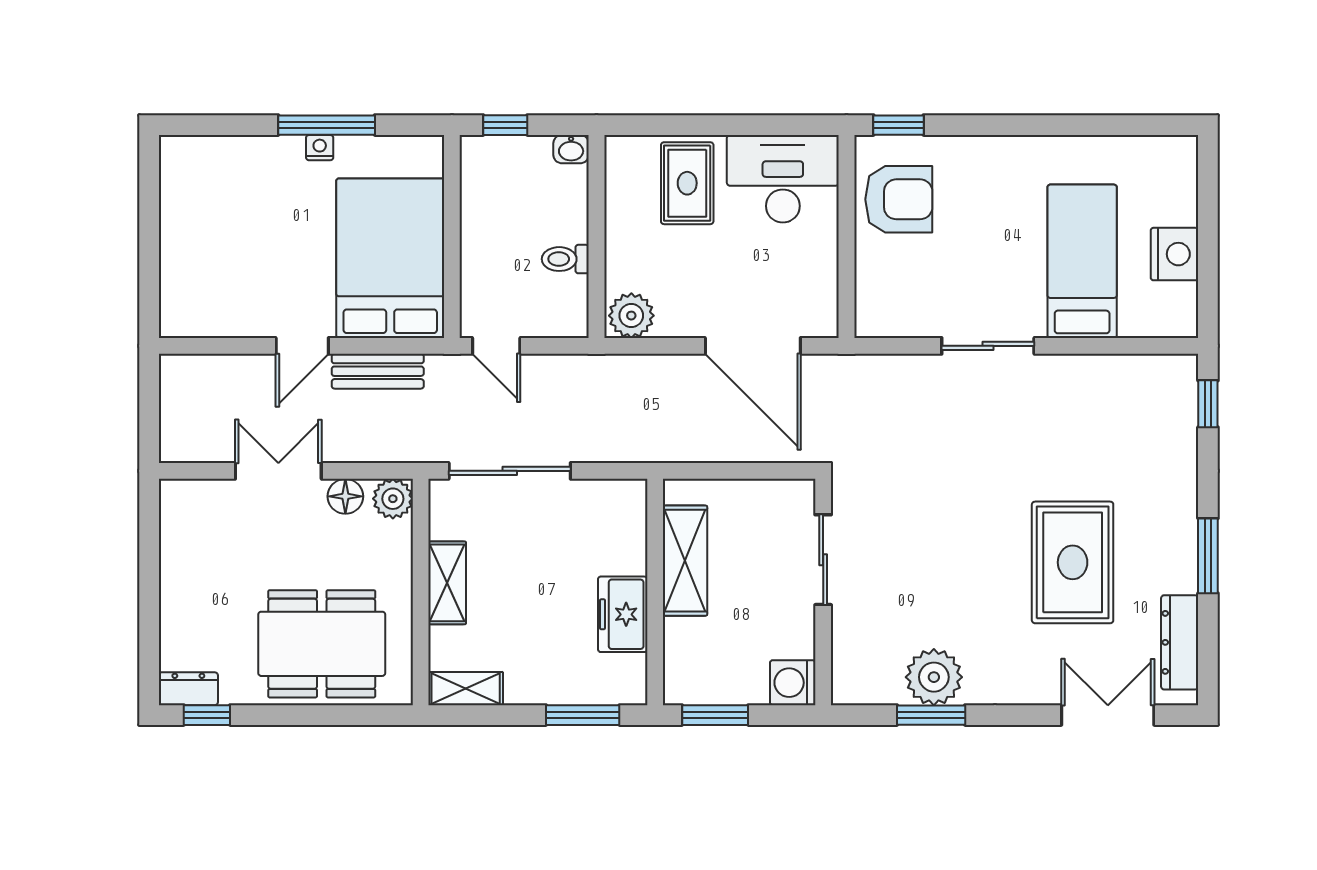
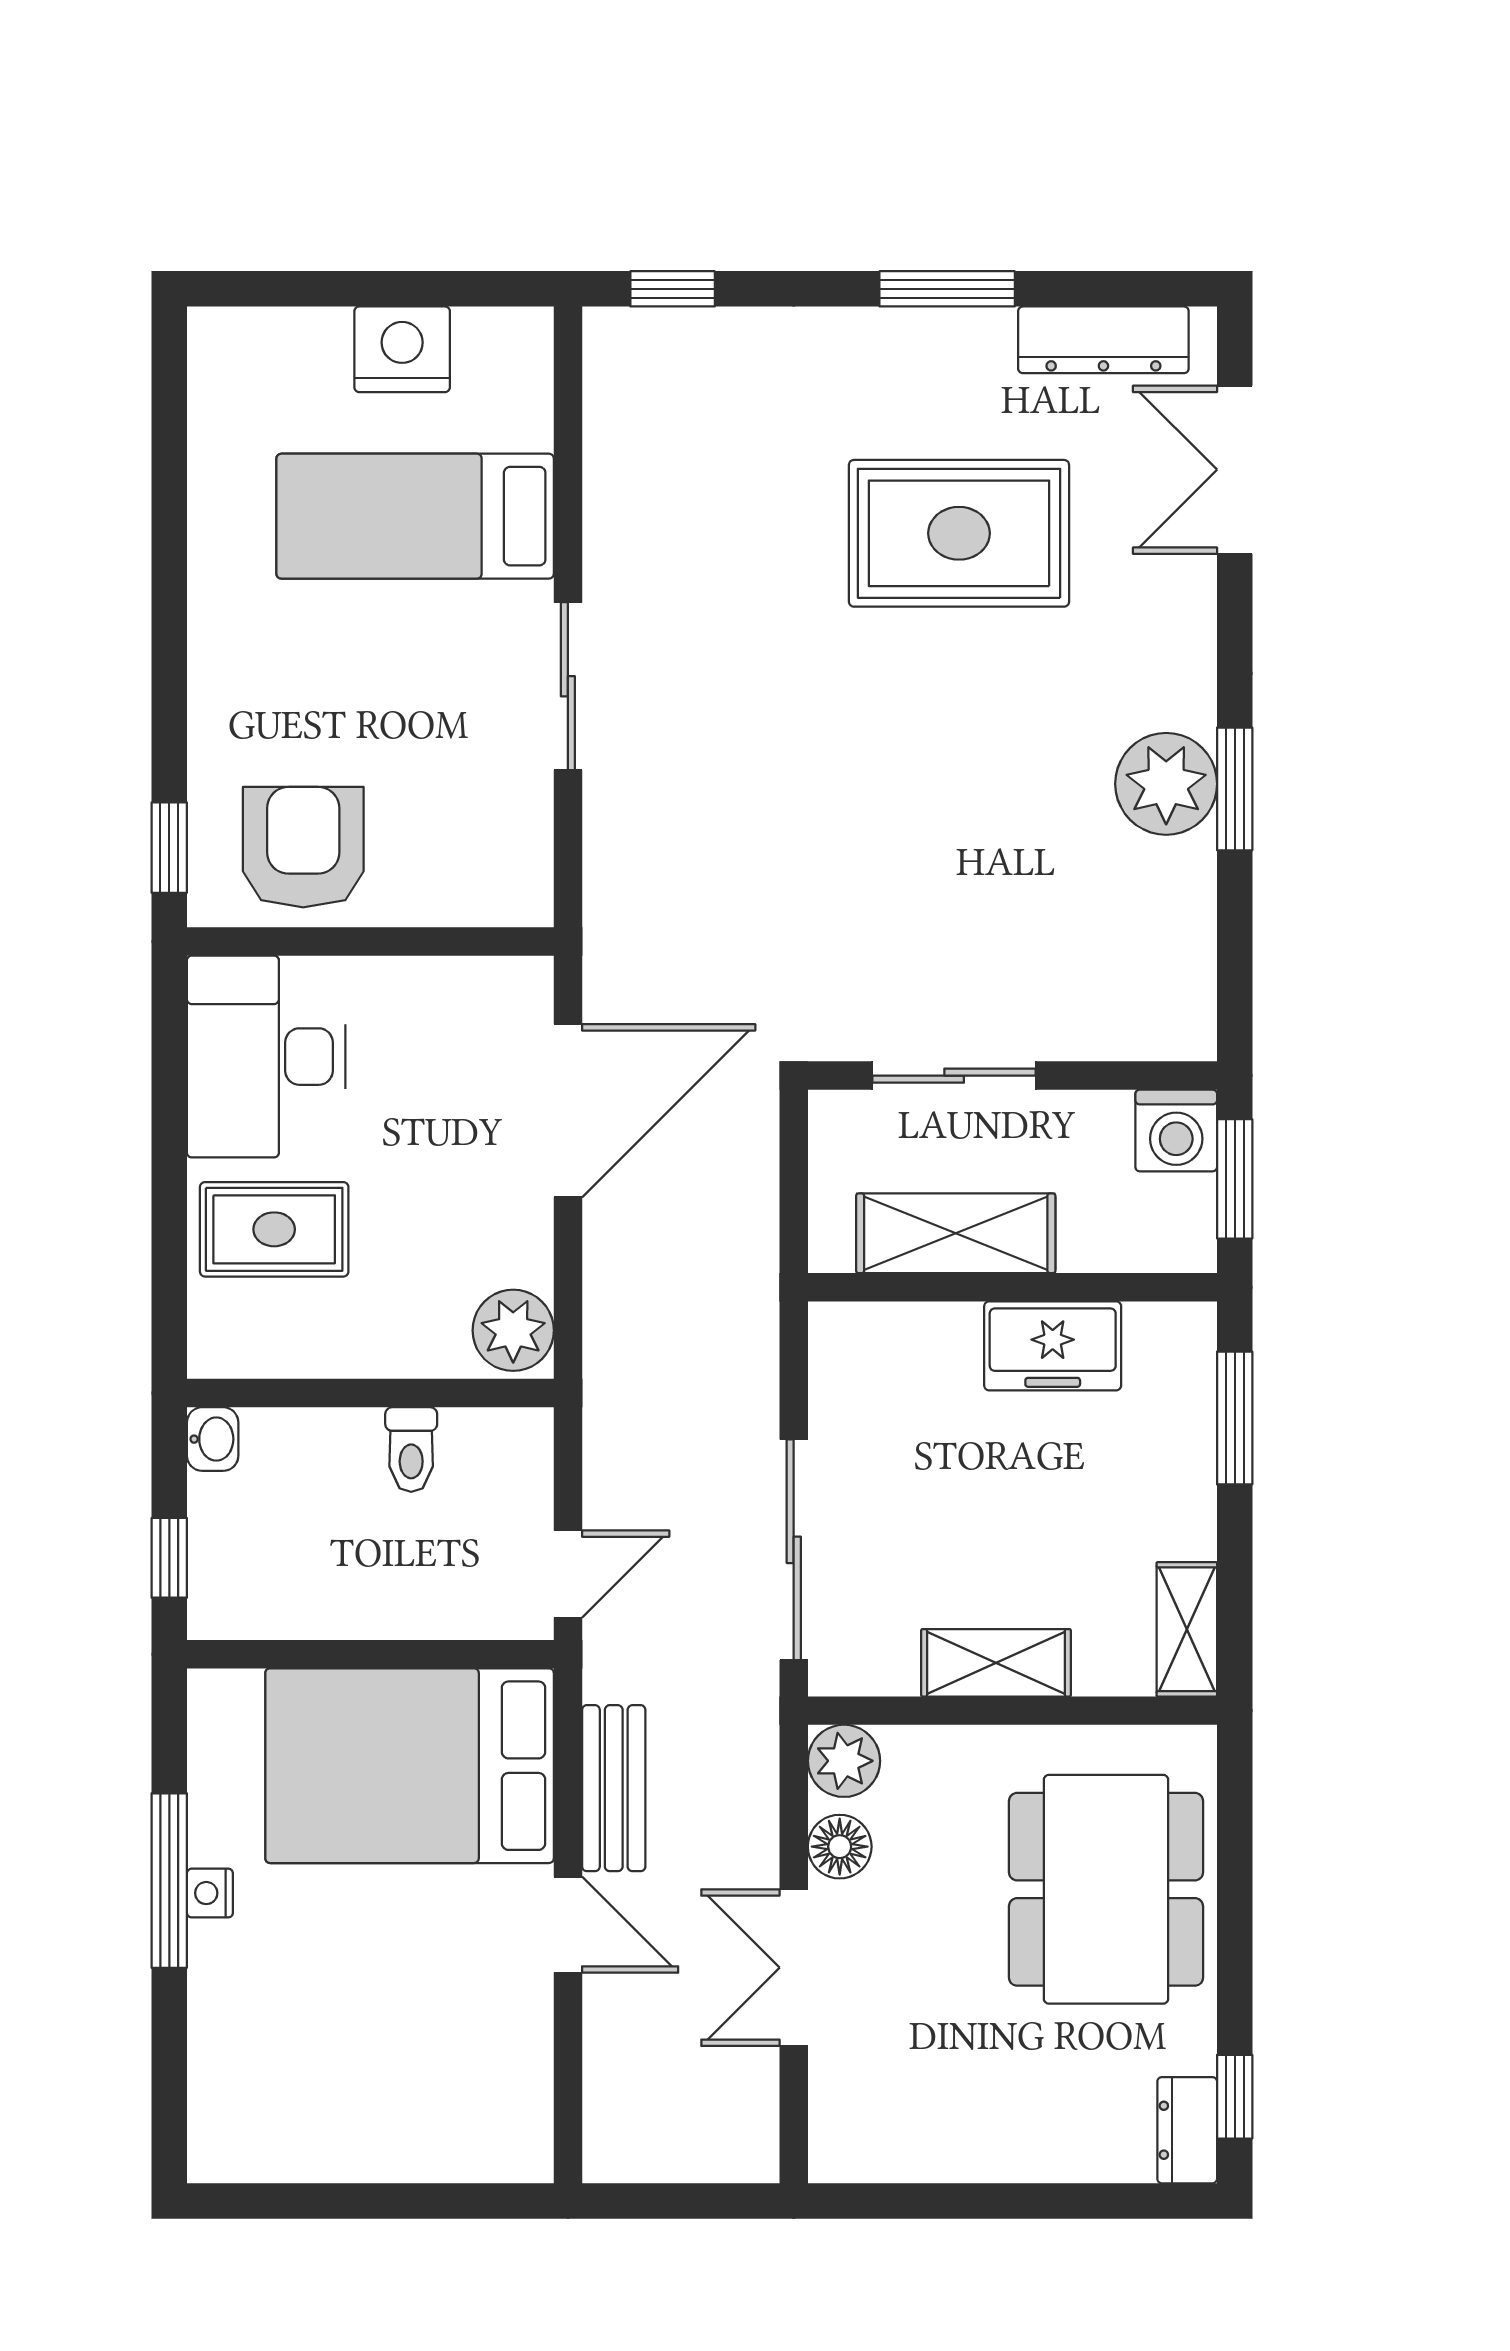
sliding door: (823, 560) -> (954, 1076), moved
wall: (823, 592) -> (1012, 1076), moved
washing machine: (793, 683) -> (1176, 1131), moved

